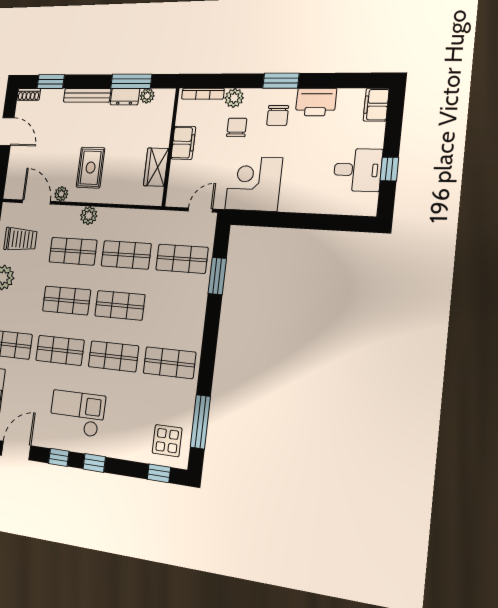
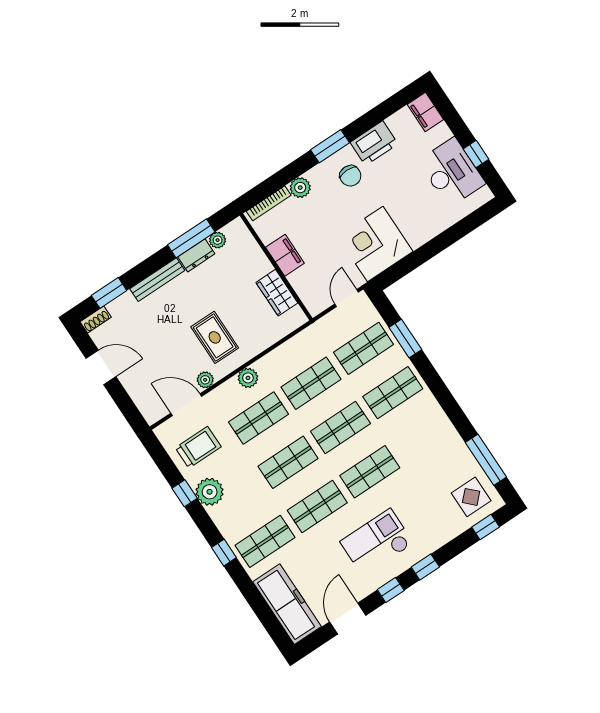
chair: (237, 127) -> (323, 210), removed
desk: (358, 170) -> (452, 172), width x1.37
shop shelf: (169, 363) -> (393, 393), moved

